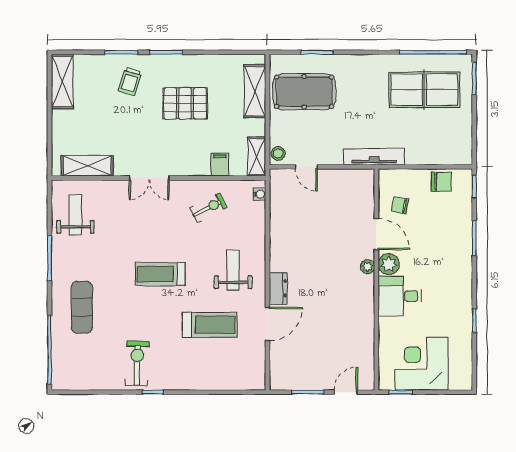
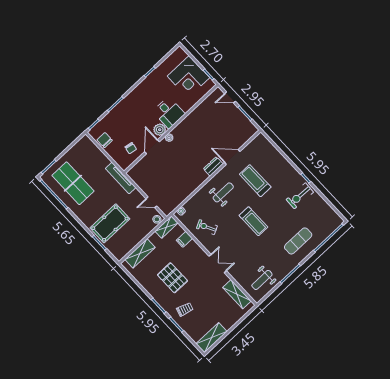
pool table: (304, 92) -> (110, 223), moved, turned 90
door: (306, 167) -> (151, 202), swing flipped
weight bench: (233, 270) -> (223, 192), turned 180

